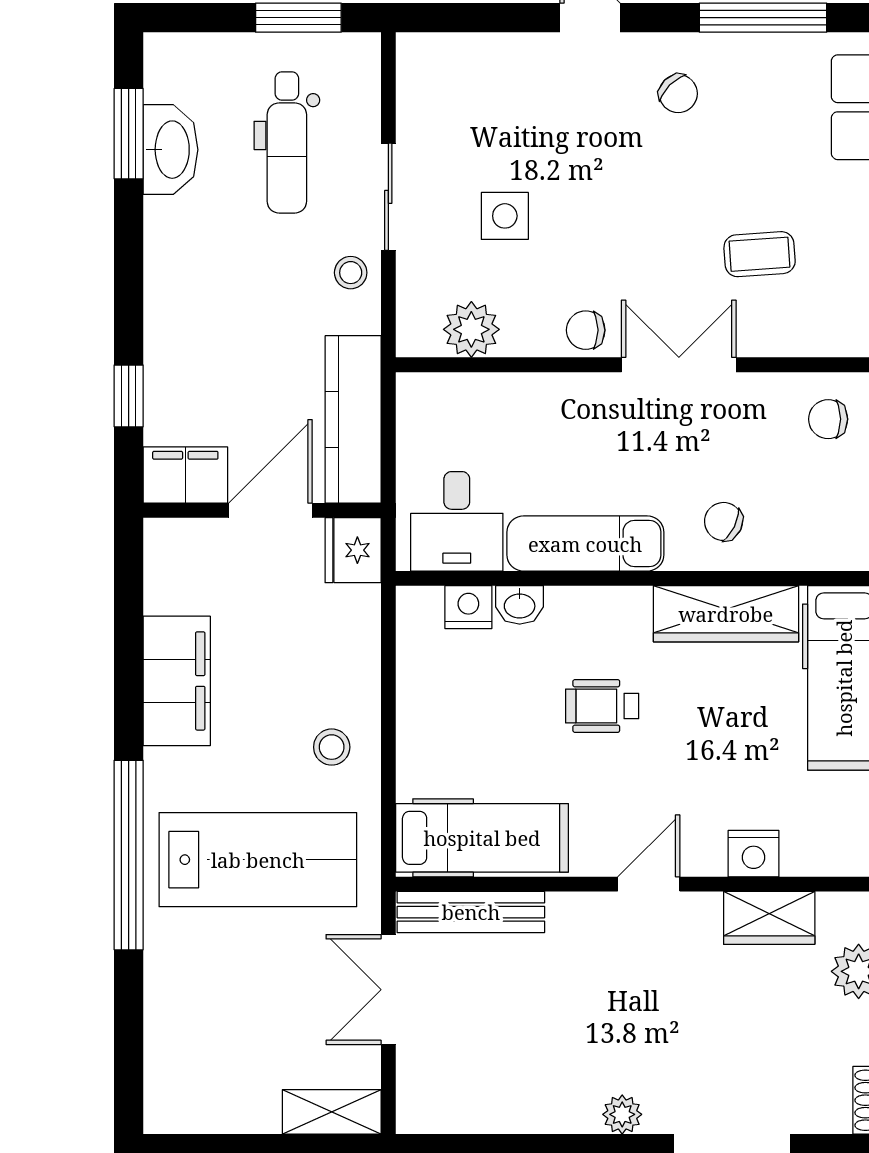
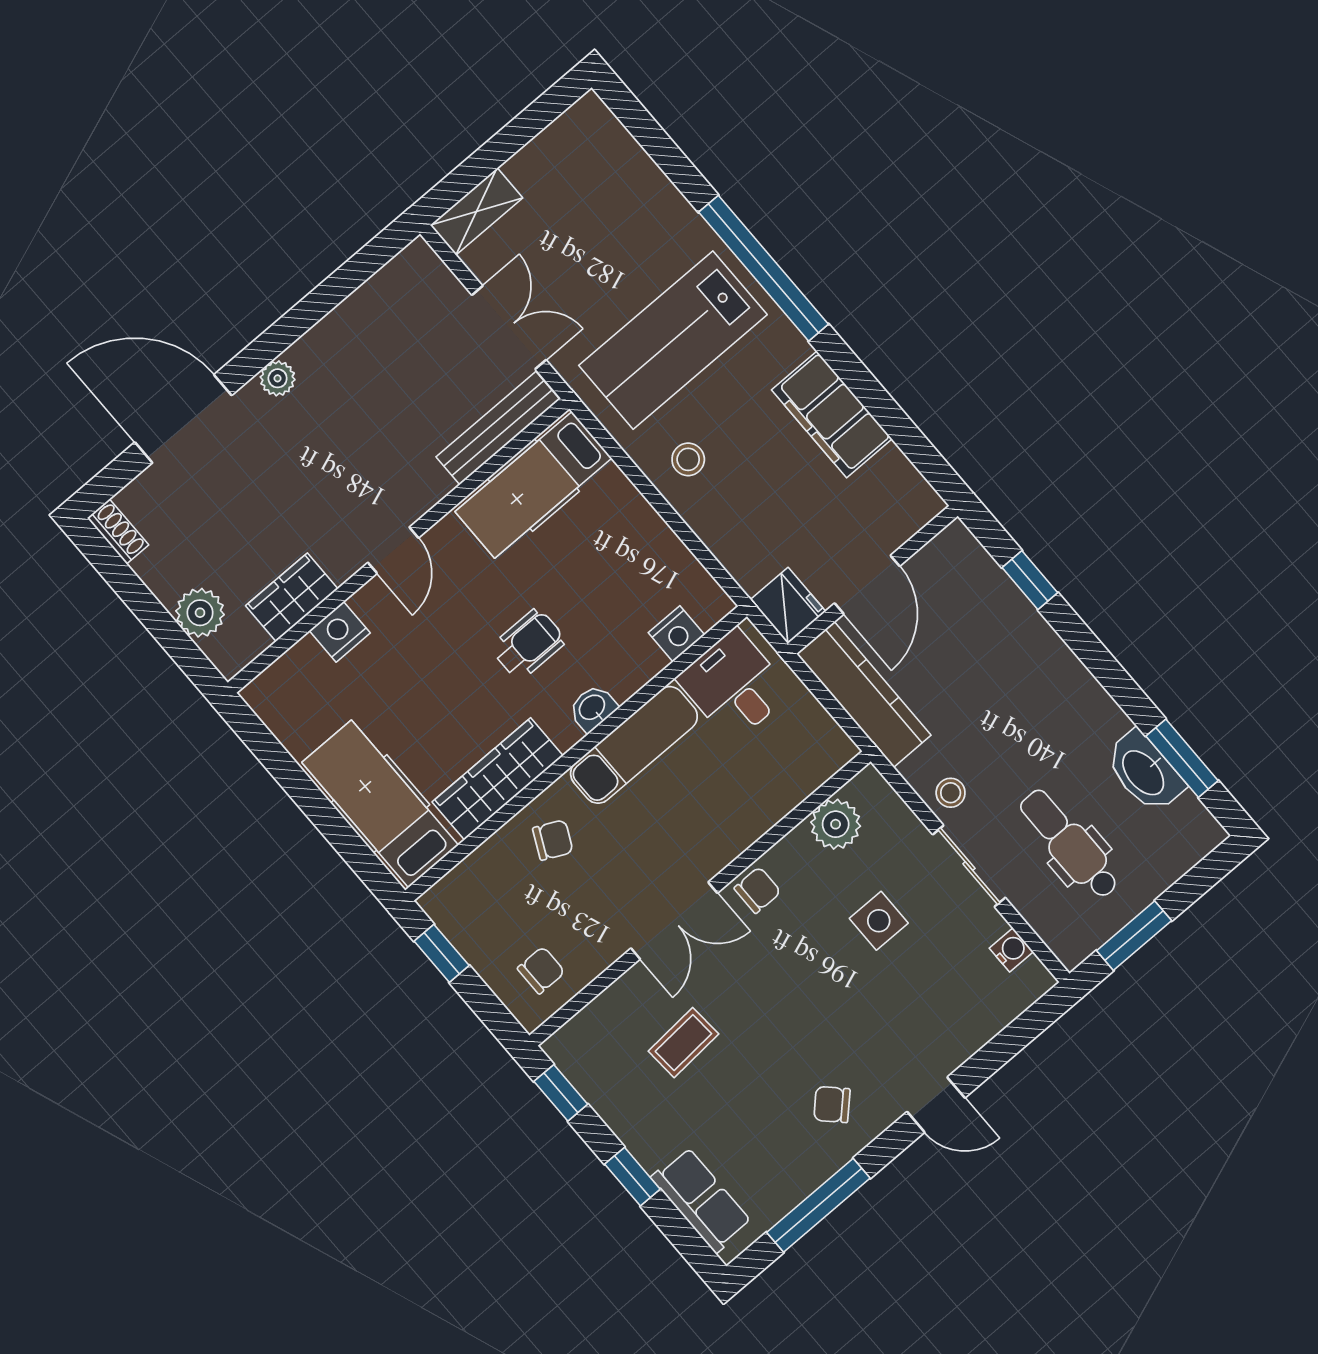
water cooler: (413, 95) -> (1011, 950), added
filing cabinet: (185, 475) -> (945, 559), removed
washbasin: (520, 605) -> (593, 708), moved

